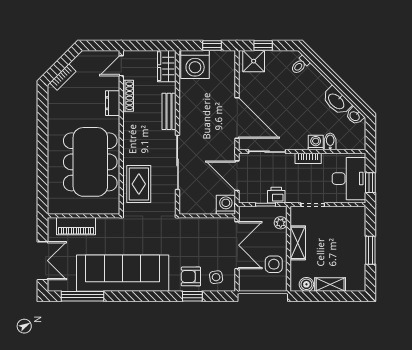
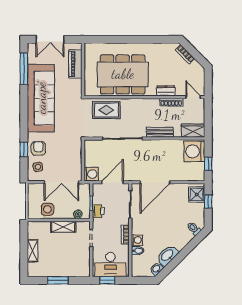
boiler: (306, 284) -> (33, 233), removed

